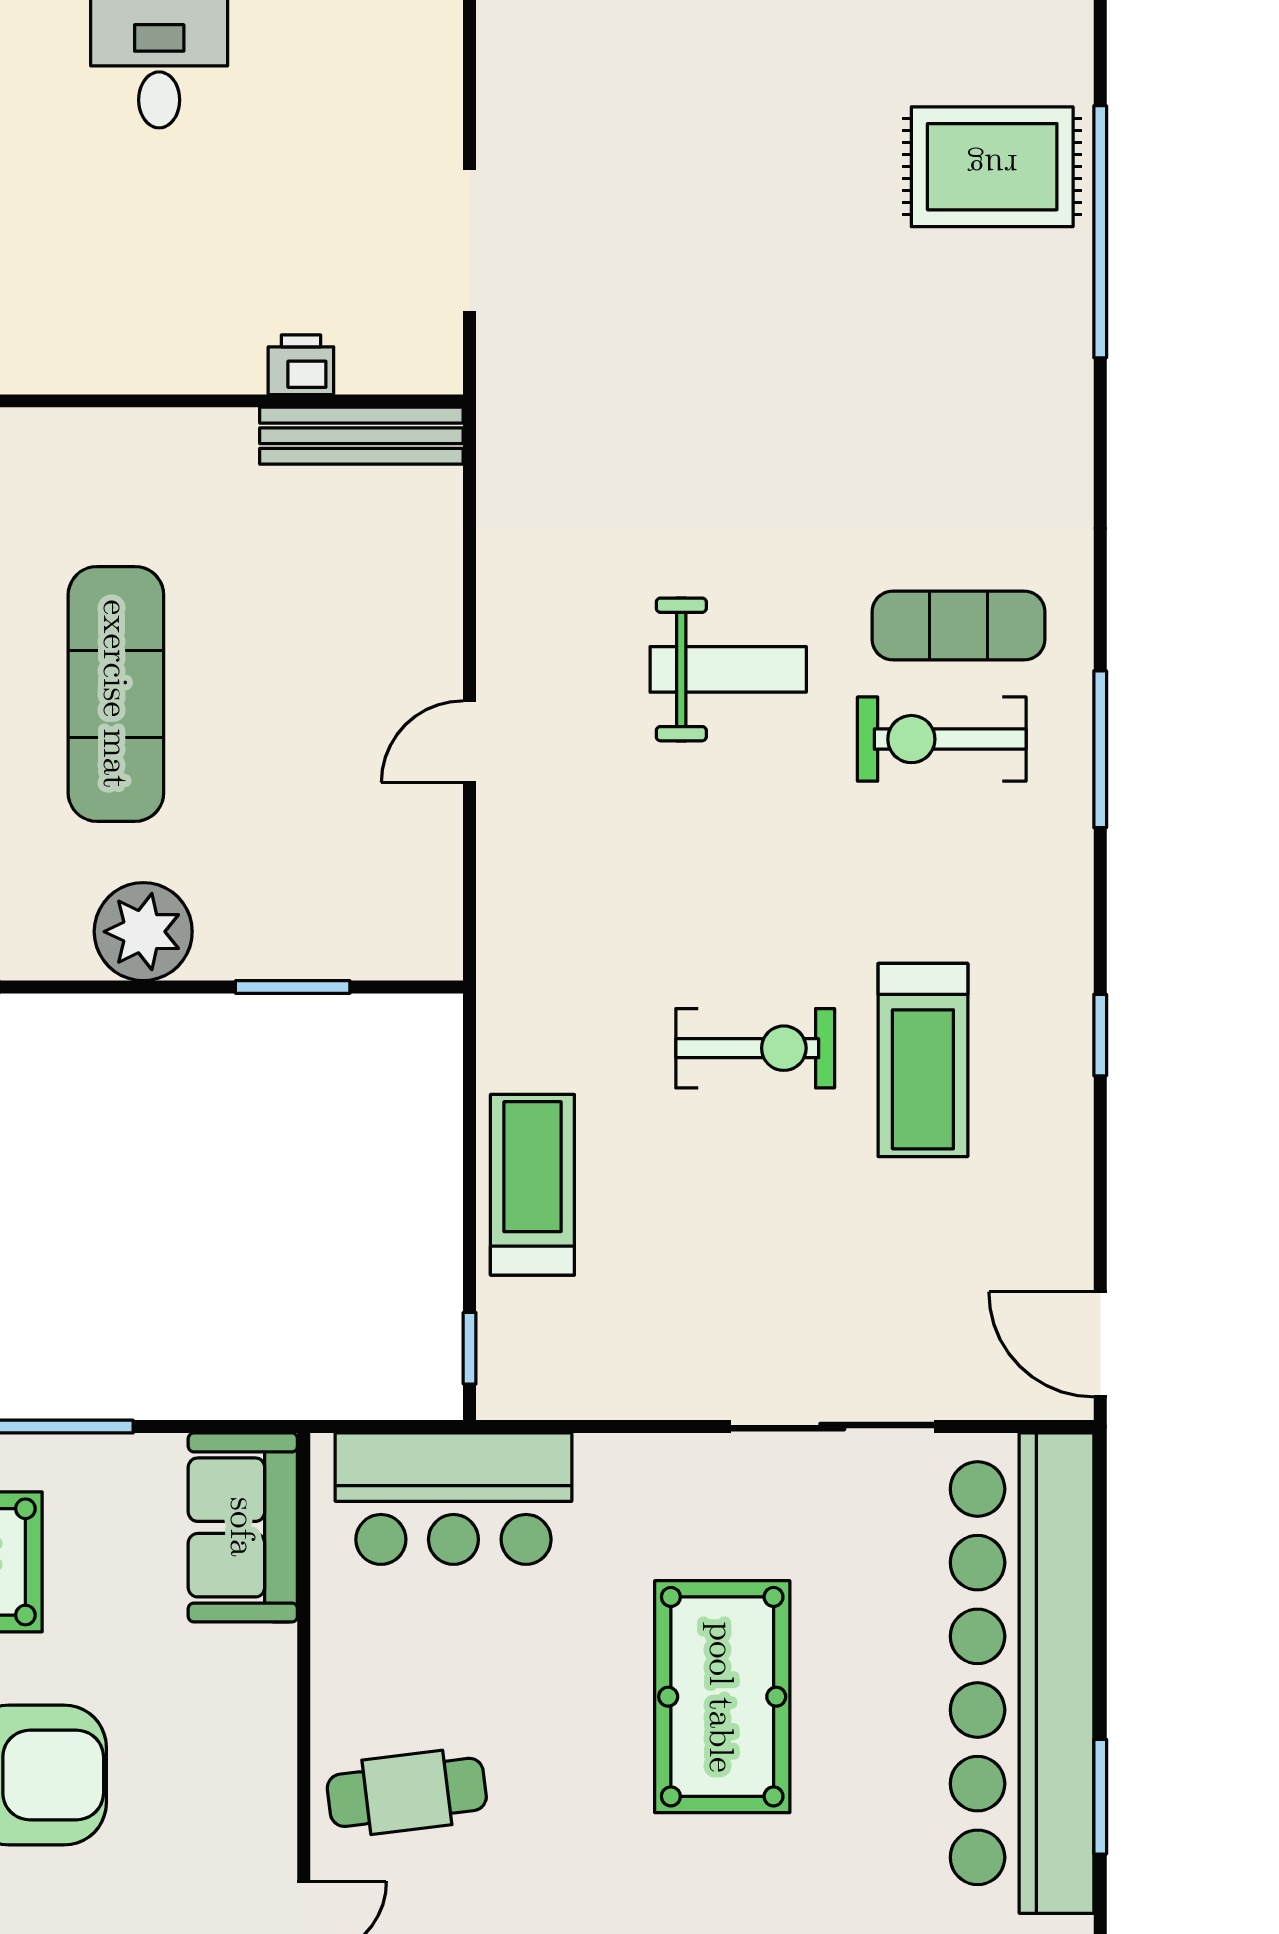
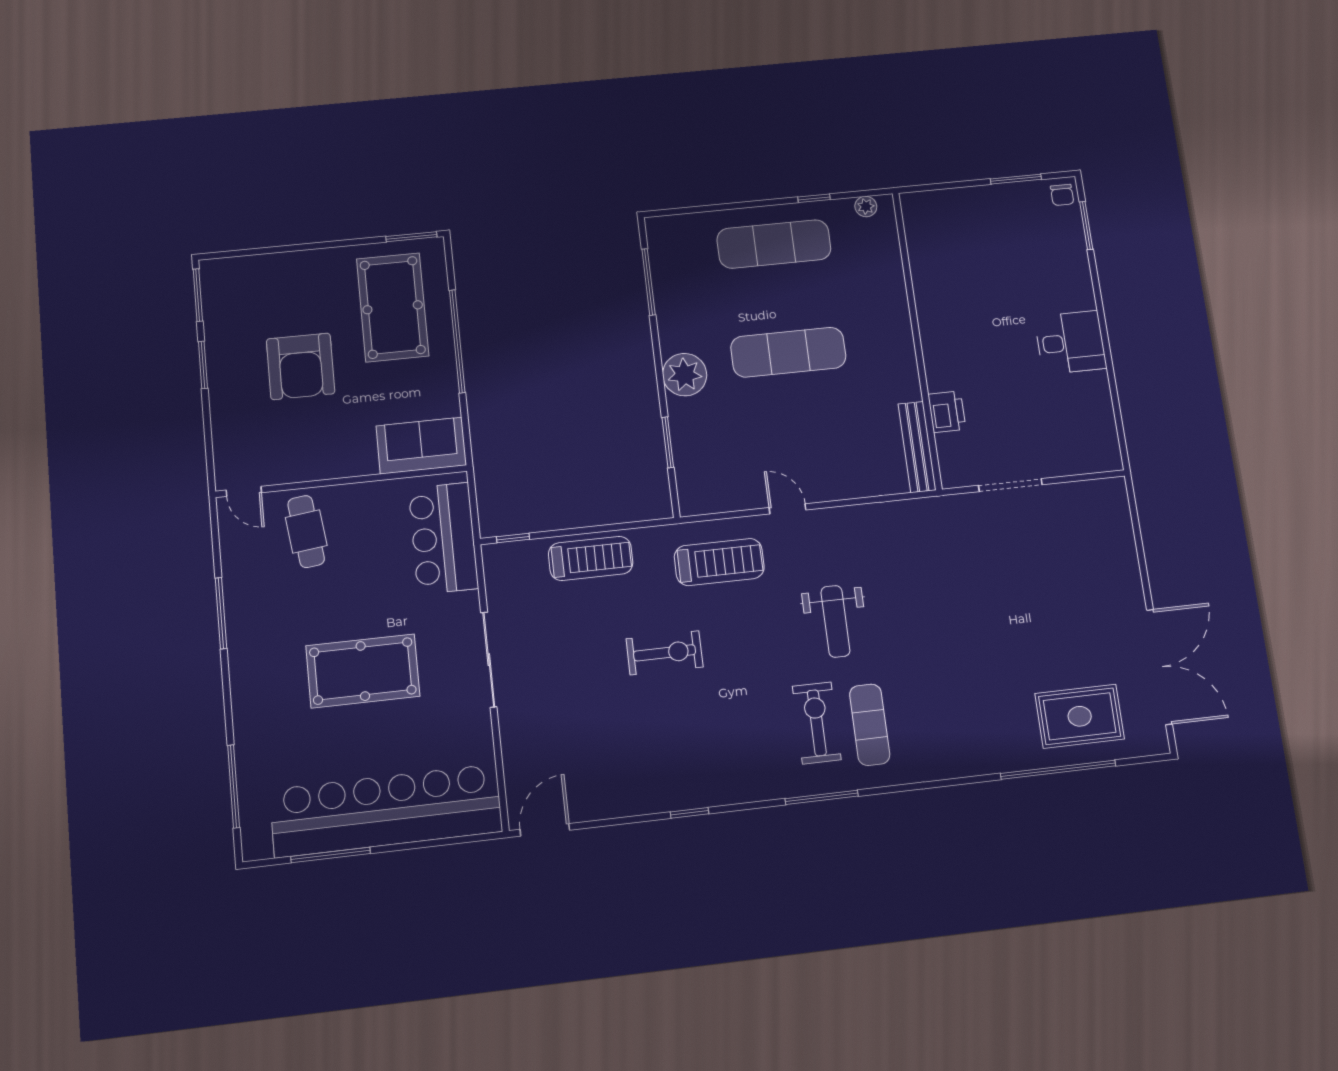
rug: (992, 167) -> (1080, 716), turned 90
printer: (301, 365) -> (947, 412), width x1.36, depth x1.24
exercise bike: (755, 1048) -> (665, 653), turned -90
treadmill: (923, 1060) -> (719, 562), moved, turned 180
sliding door: (832, 1427) -> (489, 660), moved
window: (1100, 1797) -> (331, 855), width x1.44

